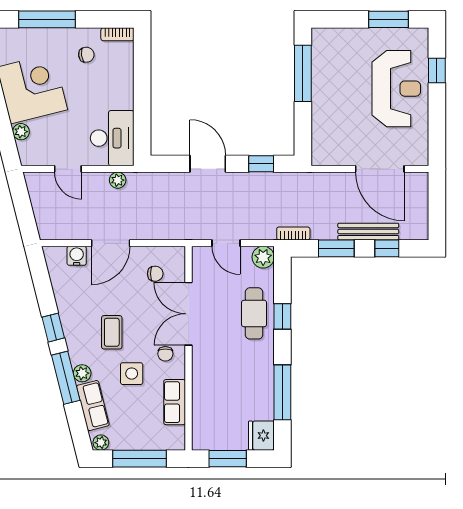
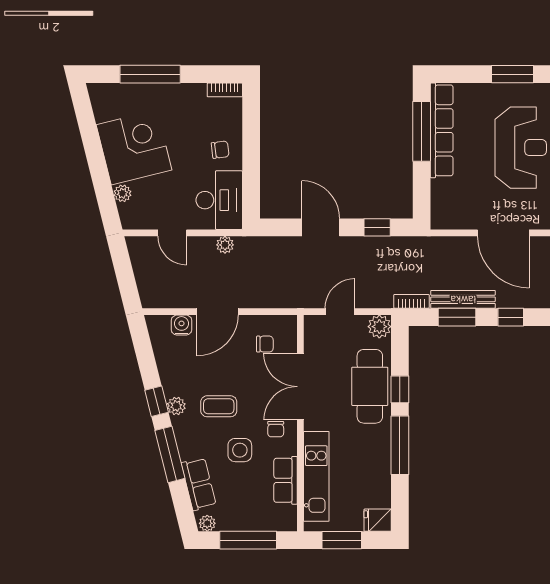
chair: (86, 55) -> (220, 150), moved
row of seats: (322, 72) -> (442, 130), added
bench: (368, 232) -> (463, 299), moved
door: (226, 243) -> (340, 312), swing flipped
cafe table: (254, 313) -> (370, 386), width x1.37, depth x1.35
coffee table: (112, 332) -> (219, 406), turned 90
plant: (82, 373) -> (176, 406), moved
window: (282, 392) -> (400, 445), moved
kitchen unit: (204, 398) -> (316, 476), added
fridge: (261, 436) -> (378, 520), width x0.72

